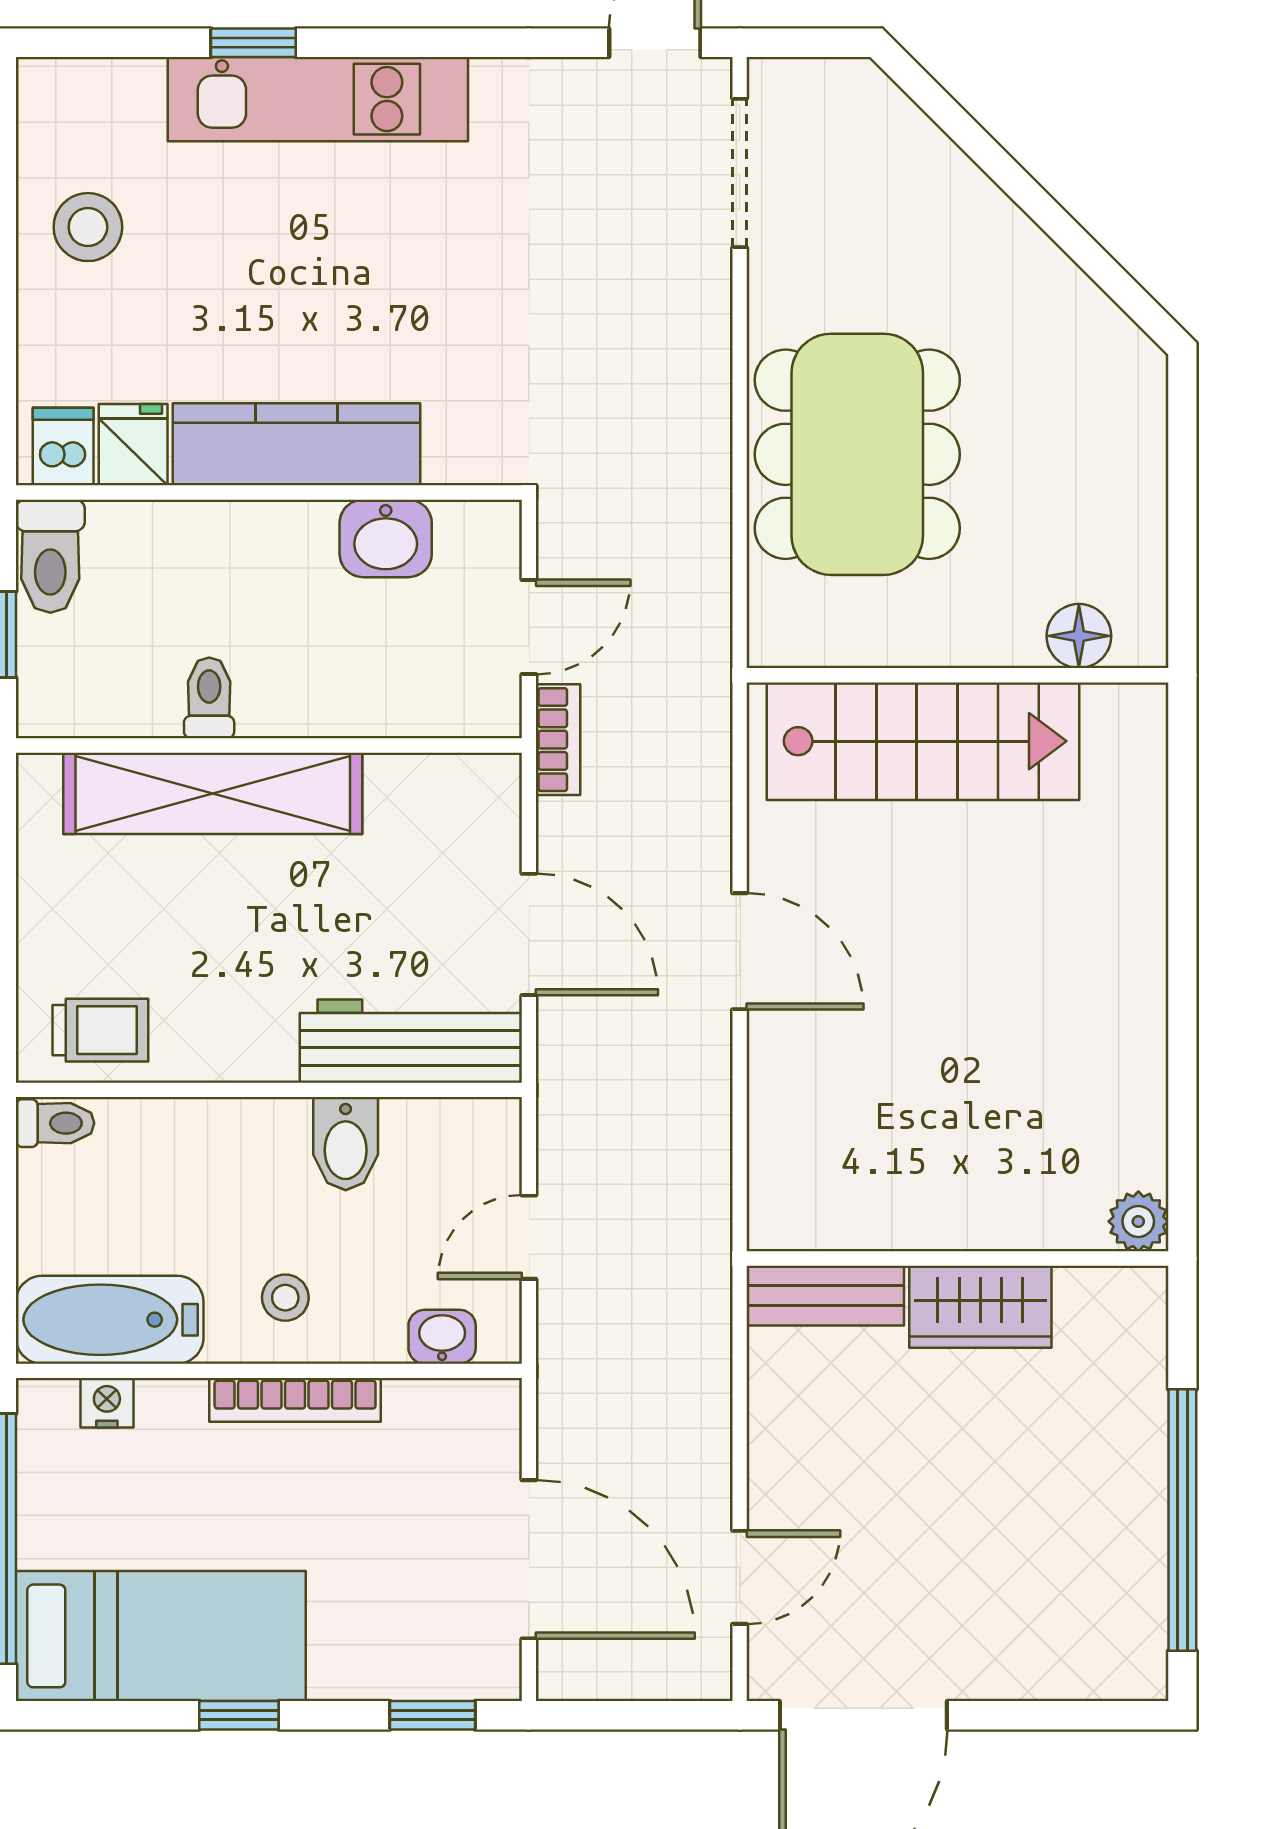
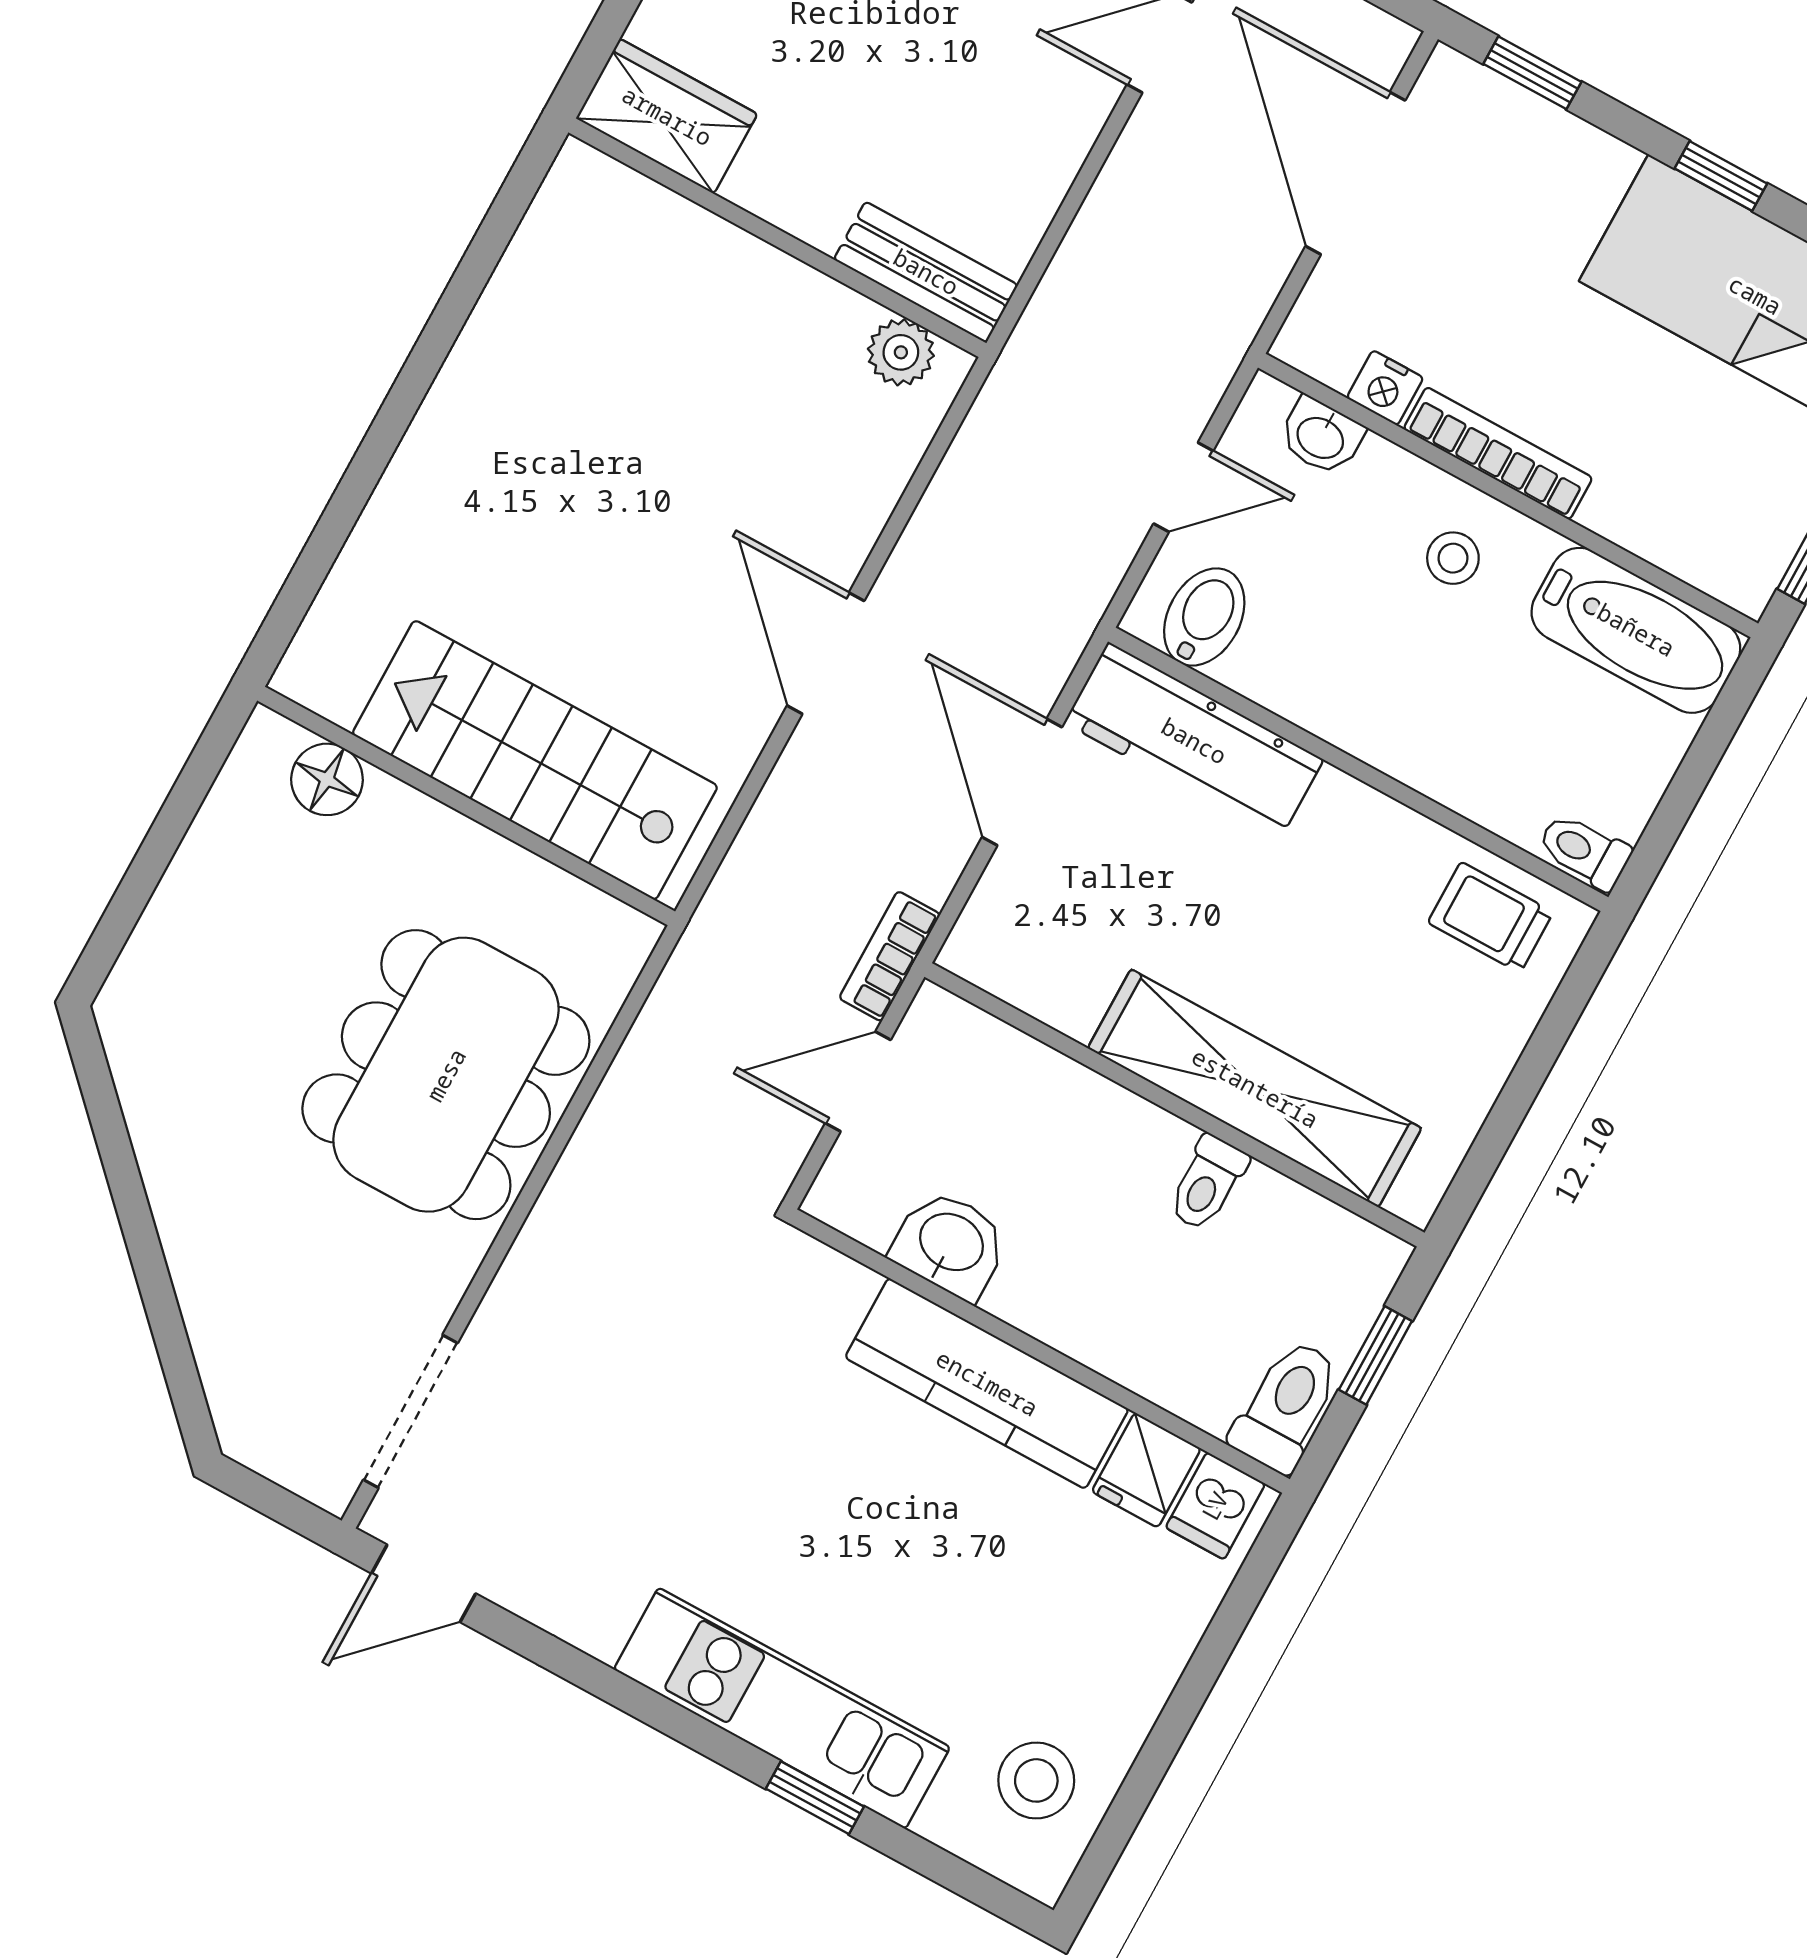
stool: (88, 227) -> (1036, 1780), moved
bidet: (346, 1144) -> (1204, 617), moved
plant: (1138, 1221) -> (901, 352), moved
wardrobe: (980, 1307) -> (667, 116), moved
nightstand: (107, 1403) -> (1385, 388), moved

